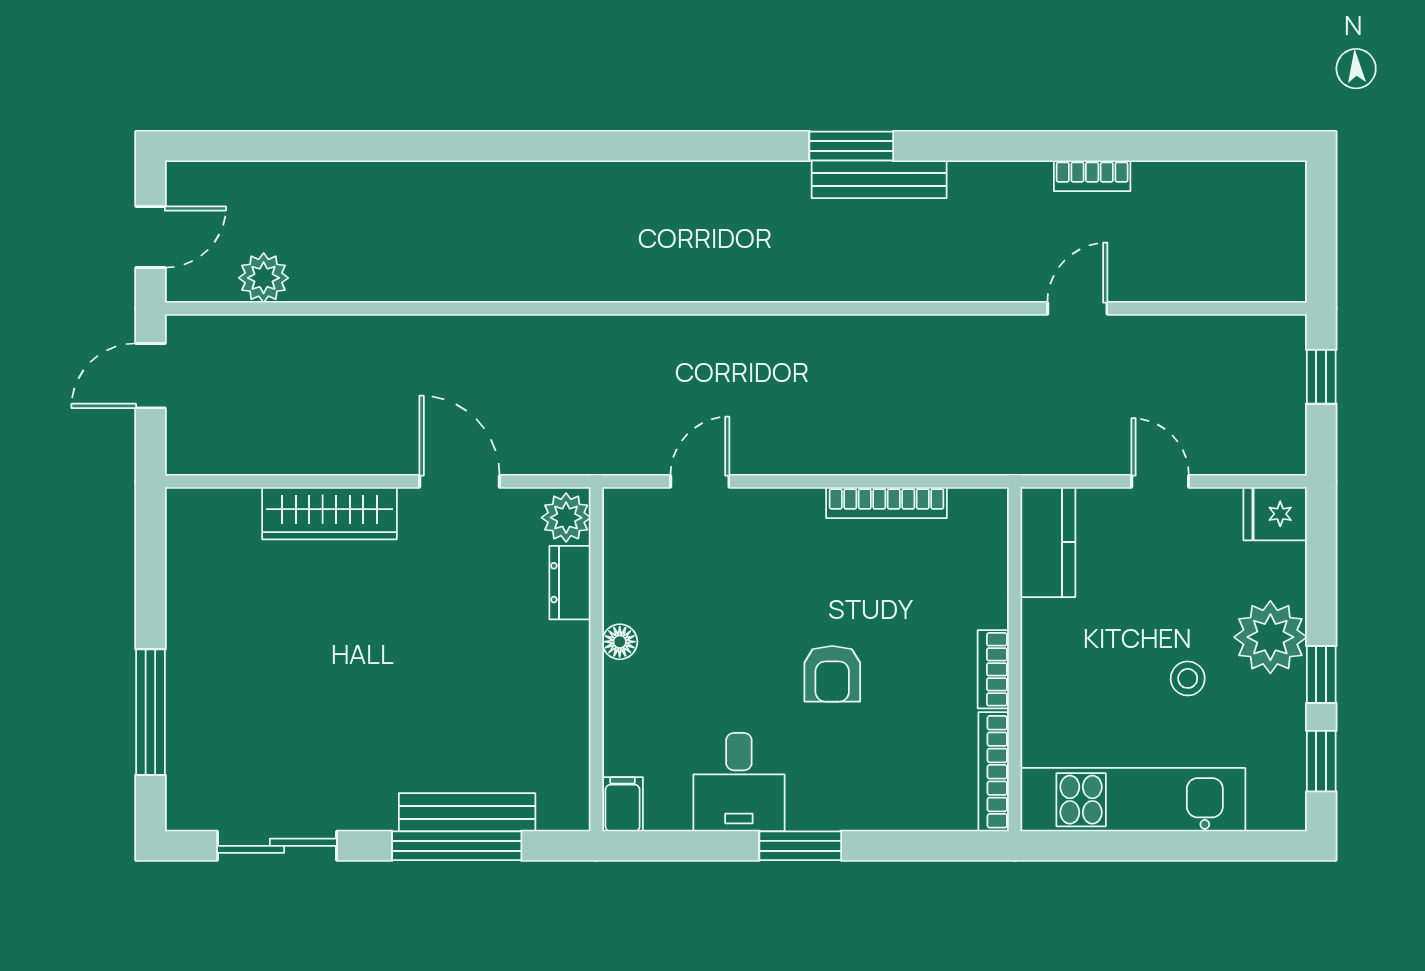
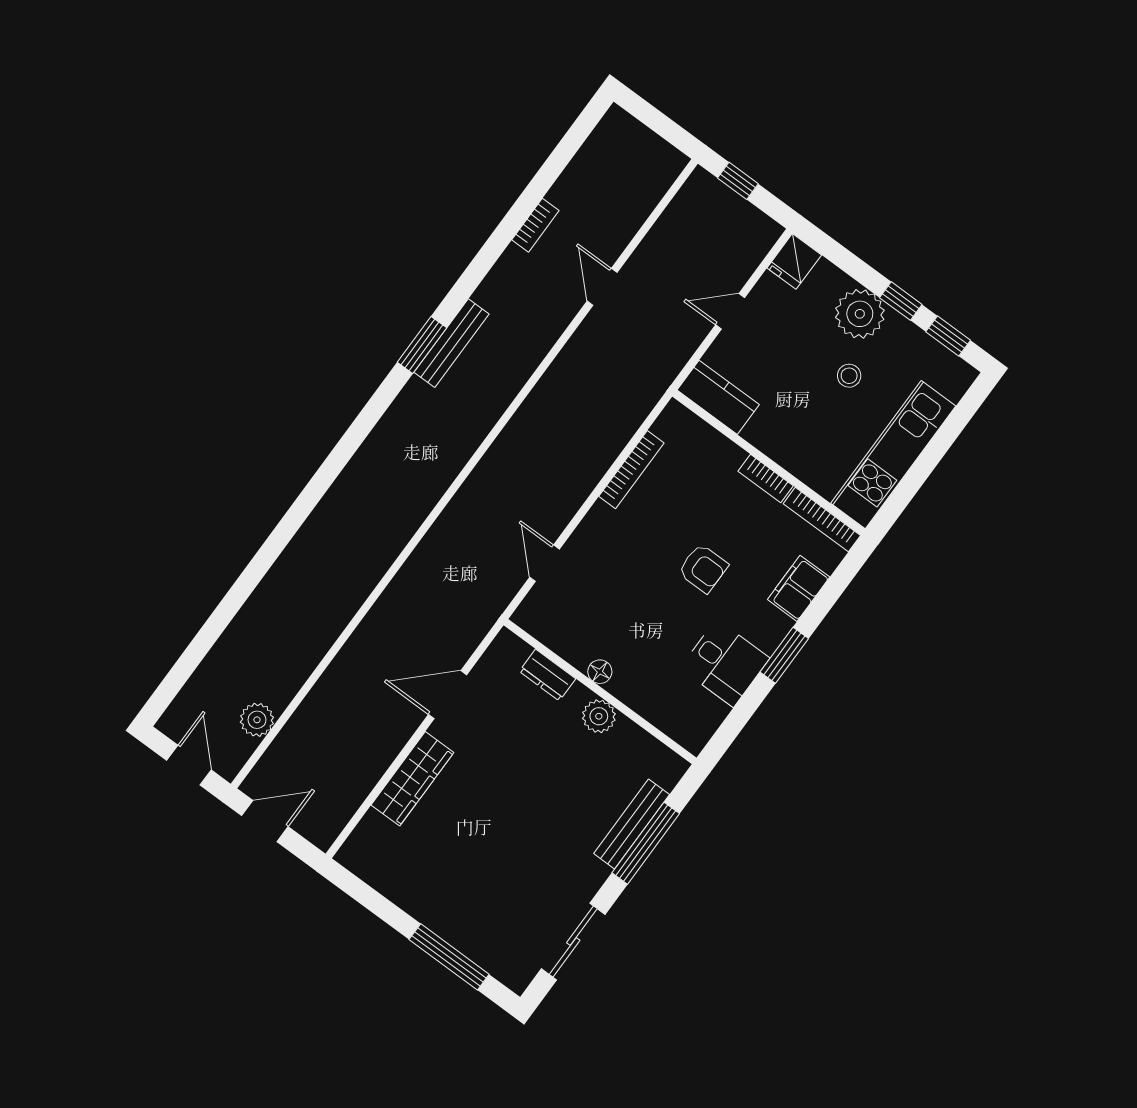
door: (150, 376) -> (265, 821), swing flipped
plant: (566, 518) -> (599, 716), moved
filing cabinet: (623, 804) -> (799, 588), moved, width x2.00

